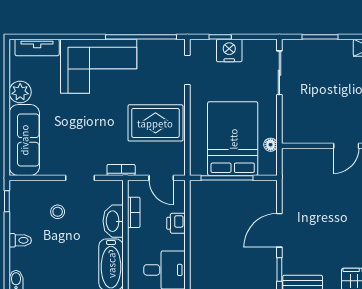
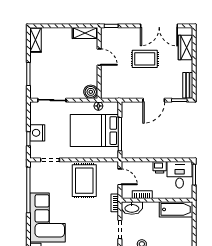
boiler: (292, 133) -> (91, 92), added
door: (161, 178) -> (120, 177), hinge flipped
rug: (343, 216) -> (145, 59), added
washbasin: (113, 221) -> (132, 208), moved
printer: (176, 223) -> (160, 167), moved
door: (279, 230) -> (154, 100), hinge flipped

